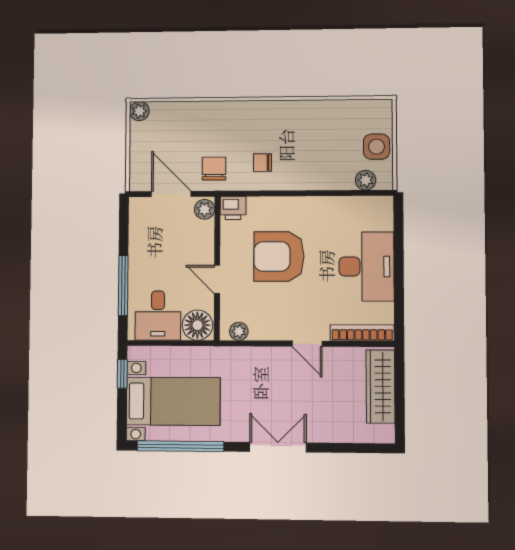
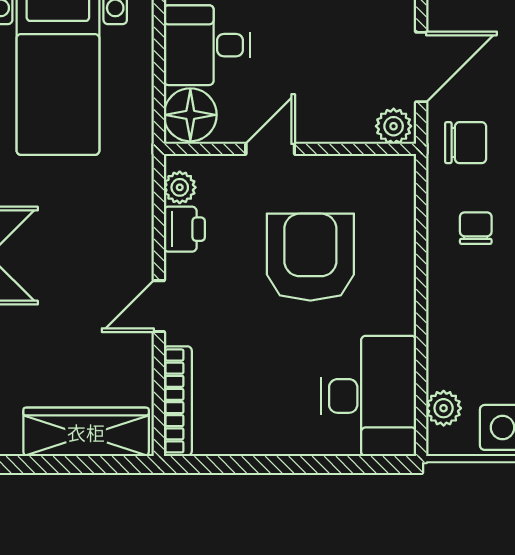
printer: (233, 208) -> (184, 229), moved, turned 180
desk: (366, 266) -> (369, 396), moved, turned -90

